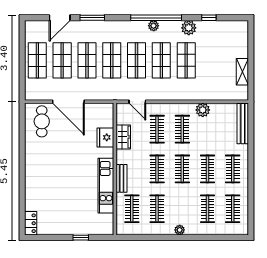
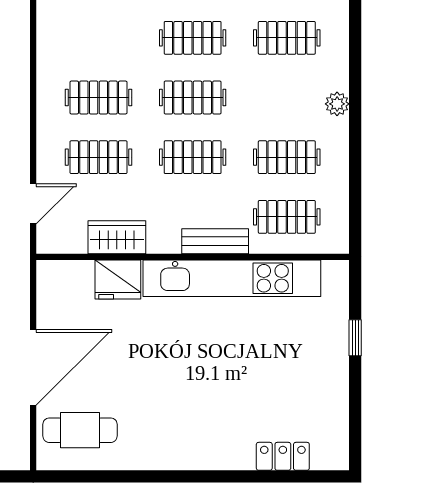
plant: (203, 110) -> (53, 49), removed
kitchen unit: (106, 186) -> (232, 278), width x1.36
locker: (31, 223) -> (283, 456), moved

